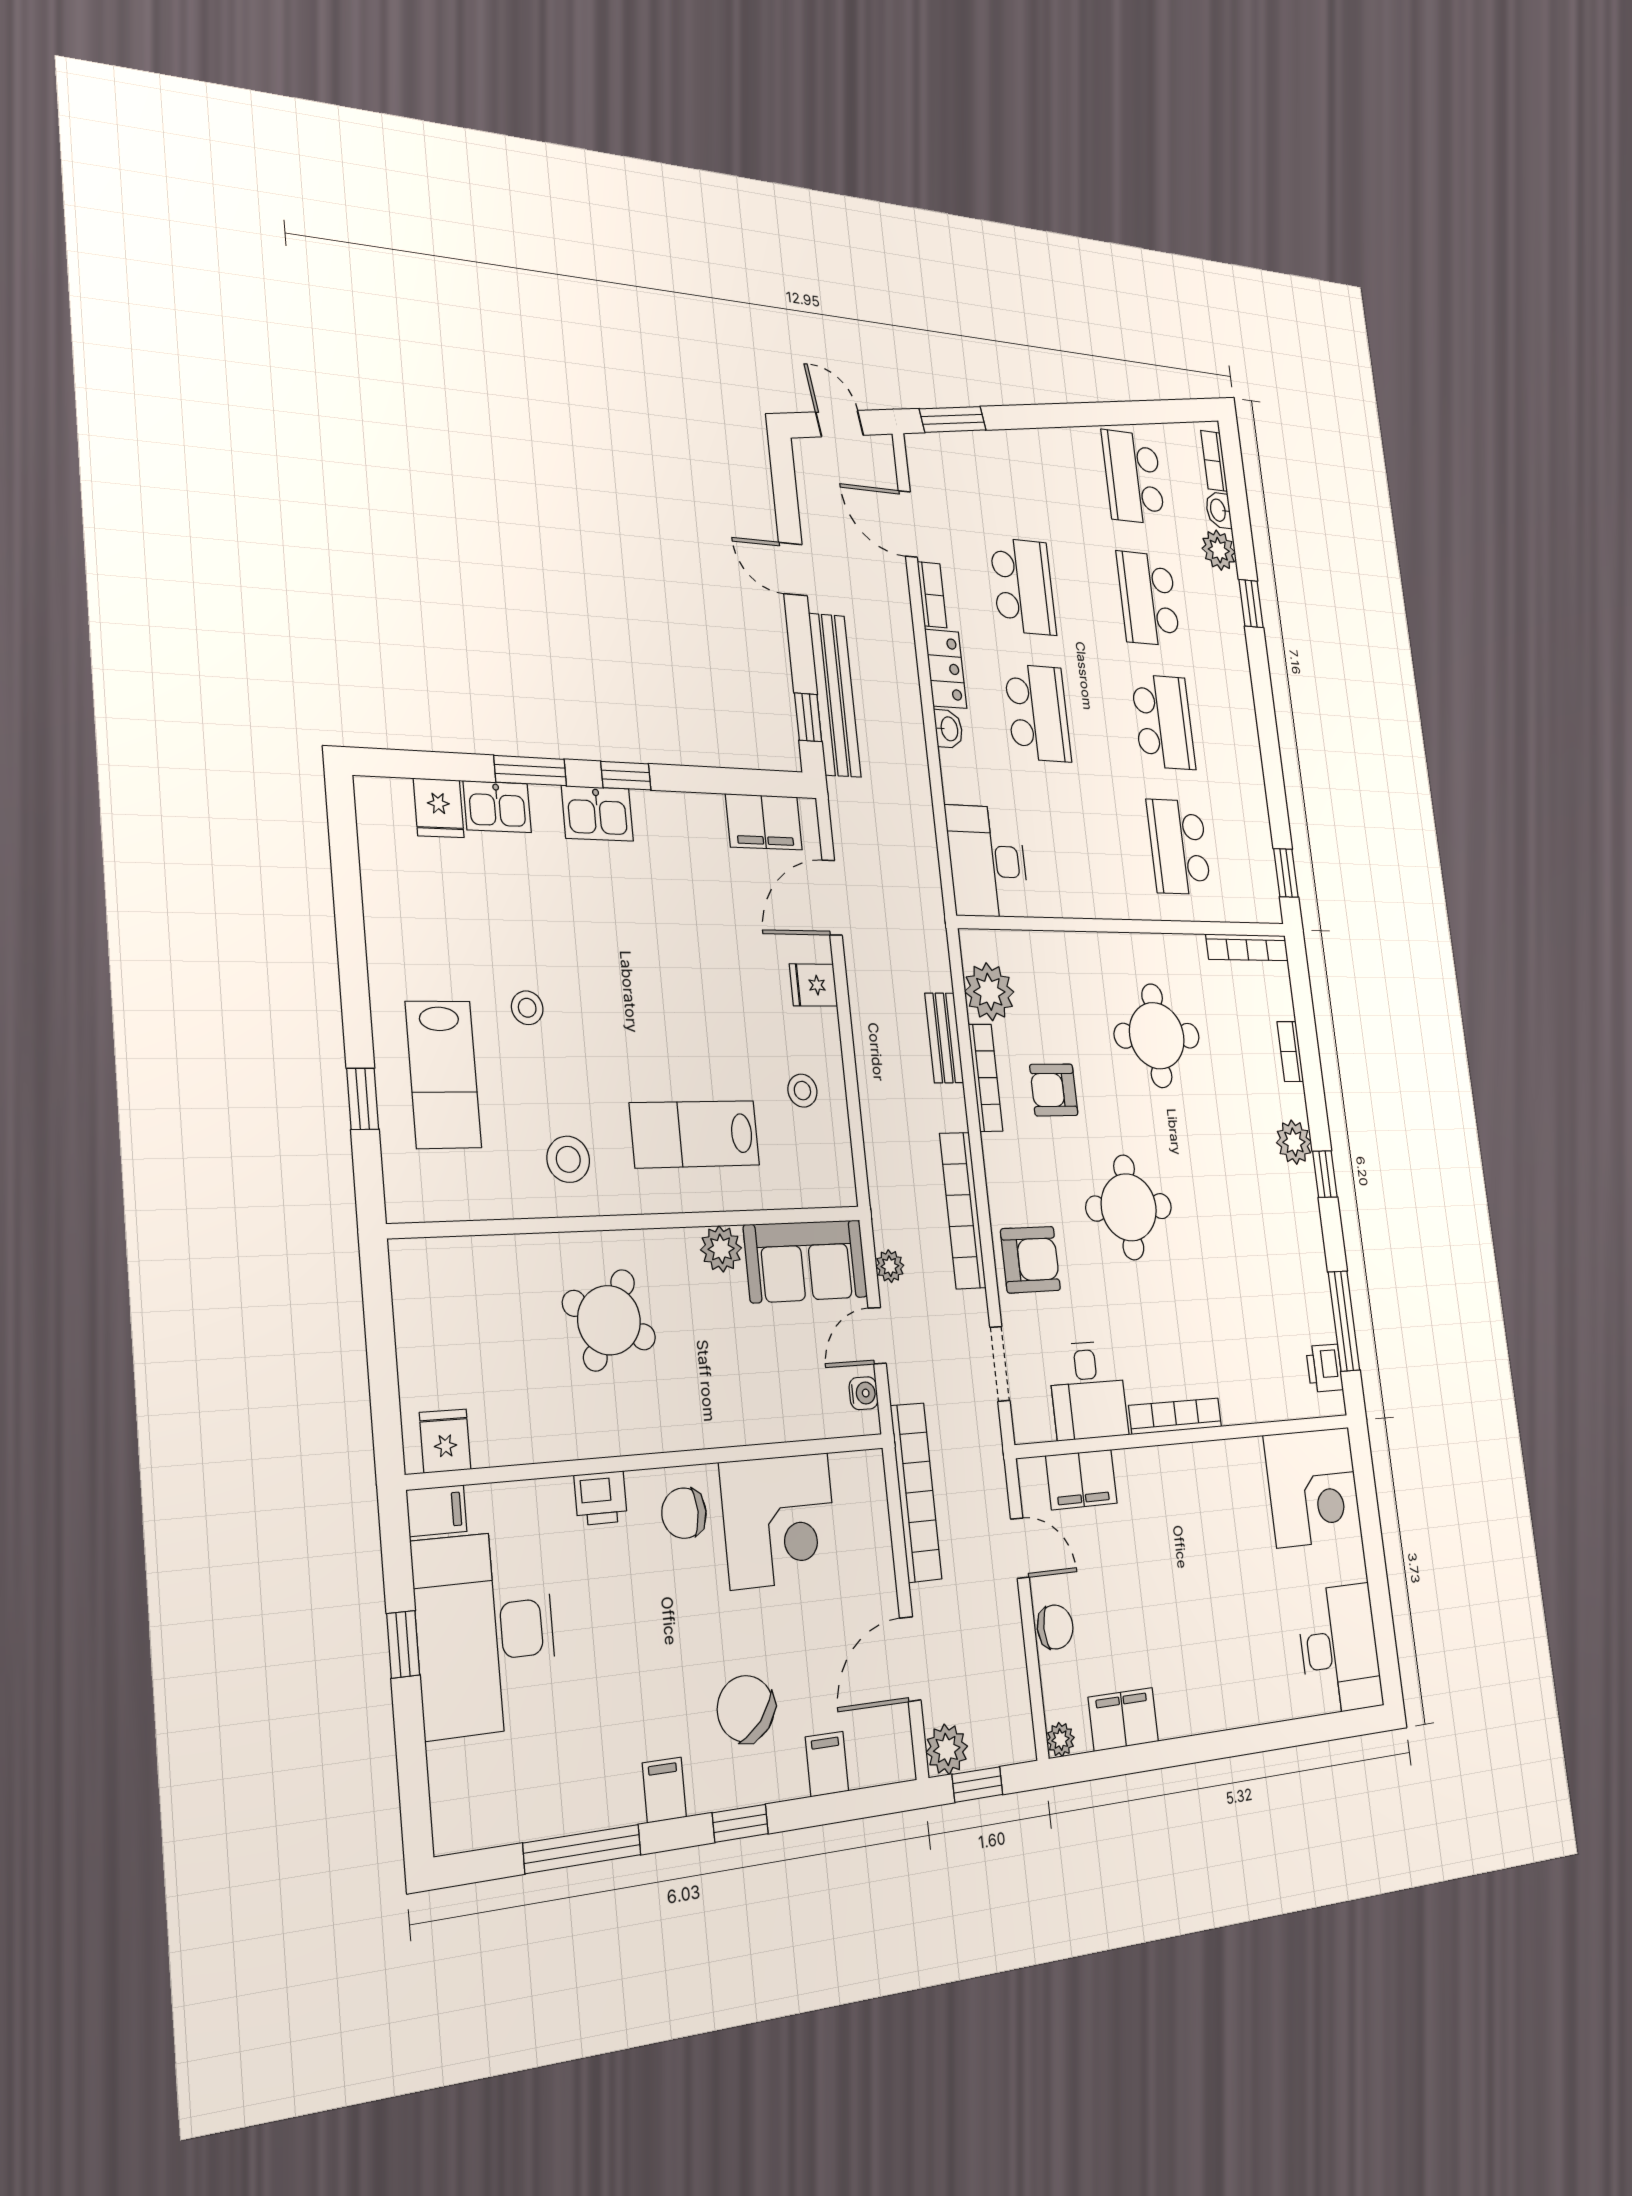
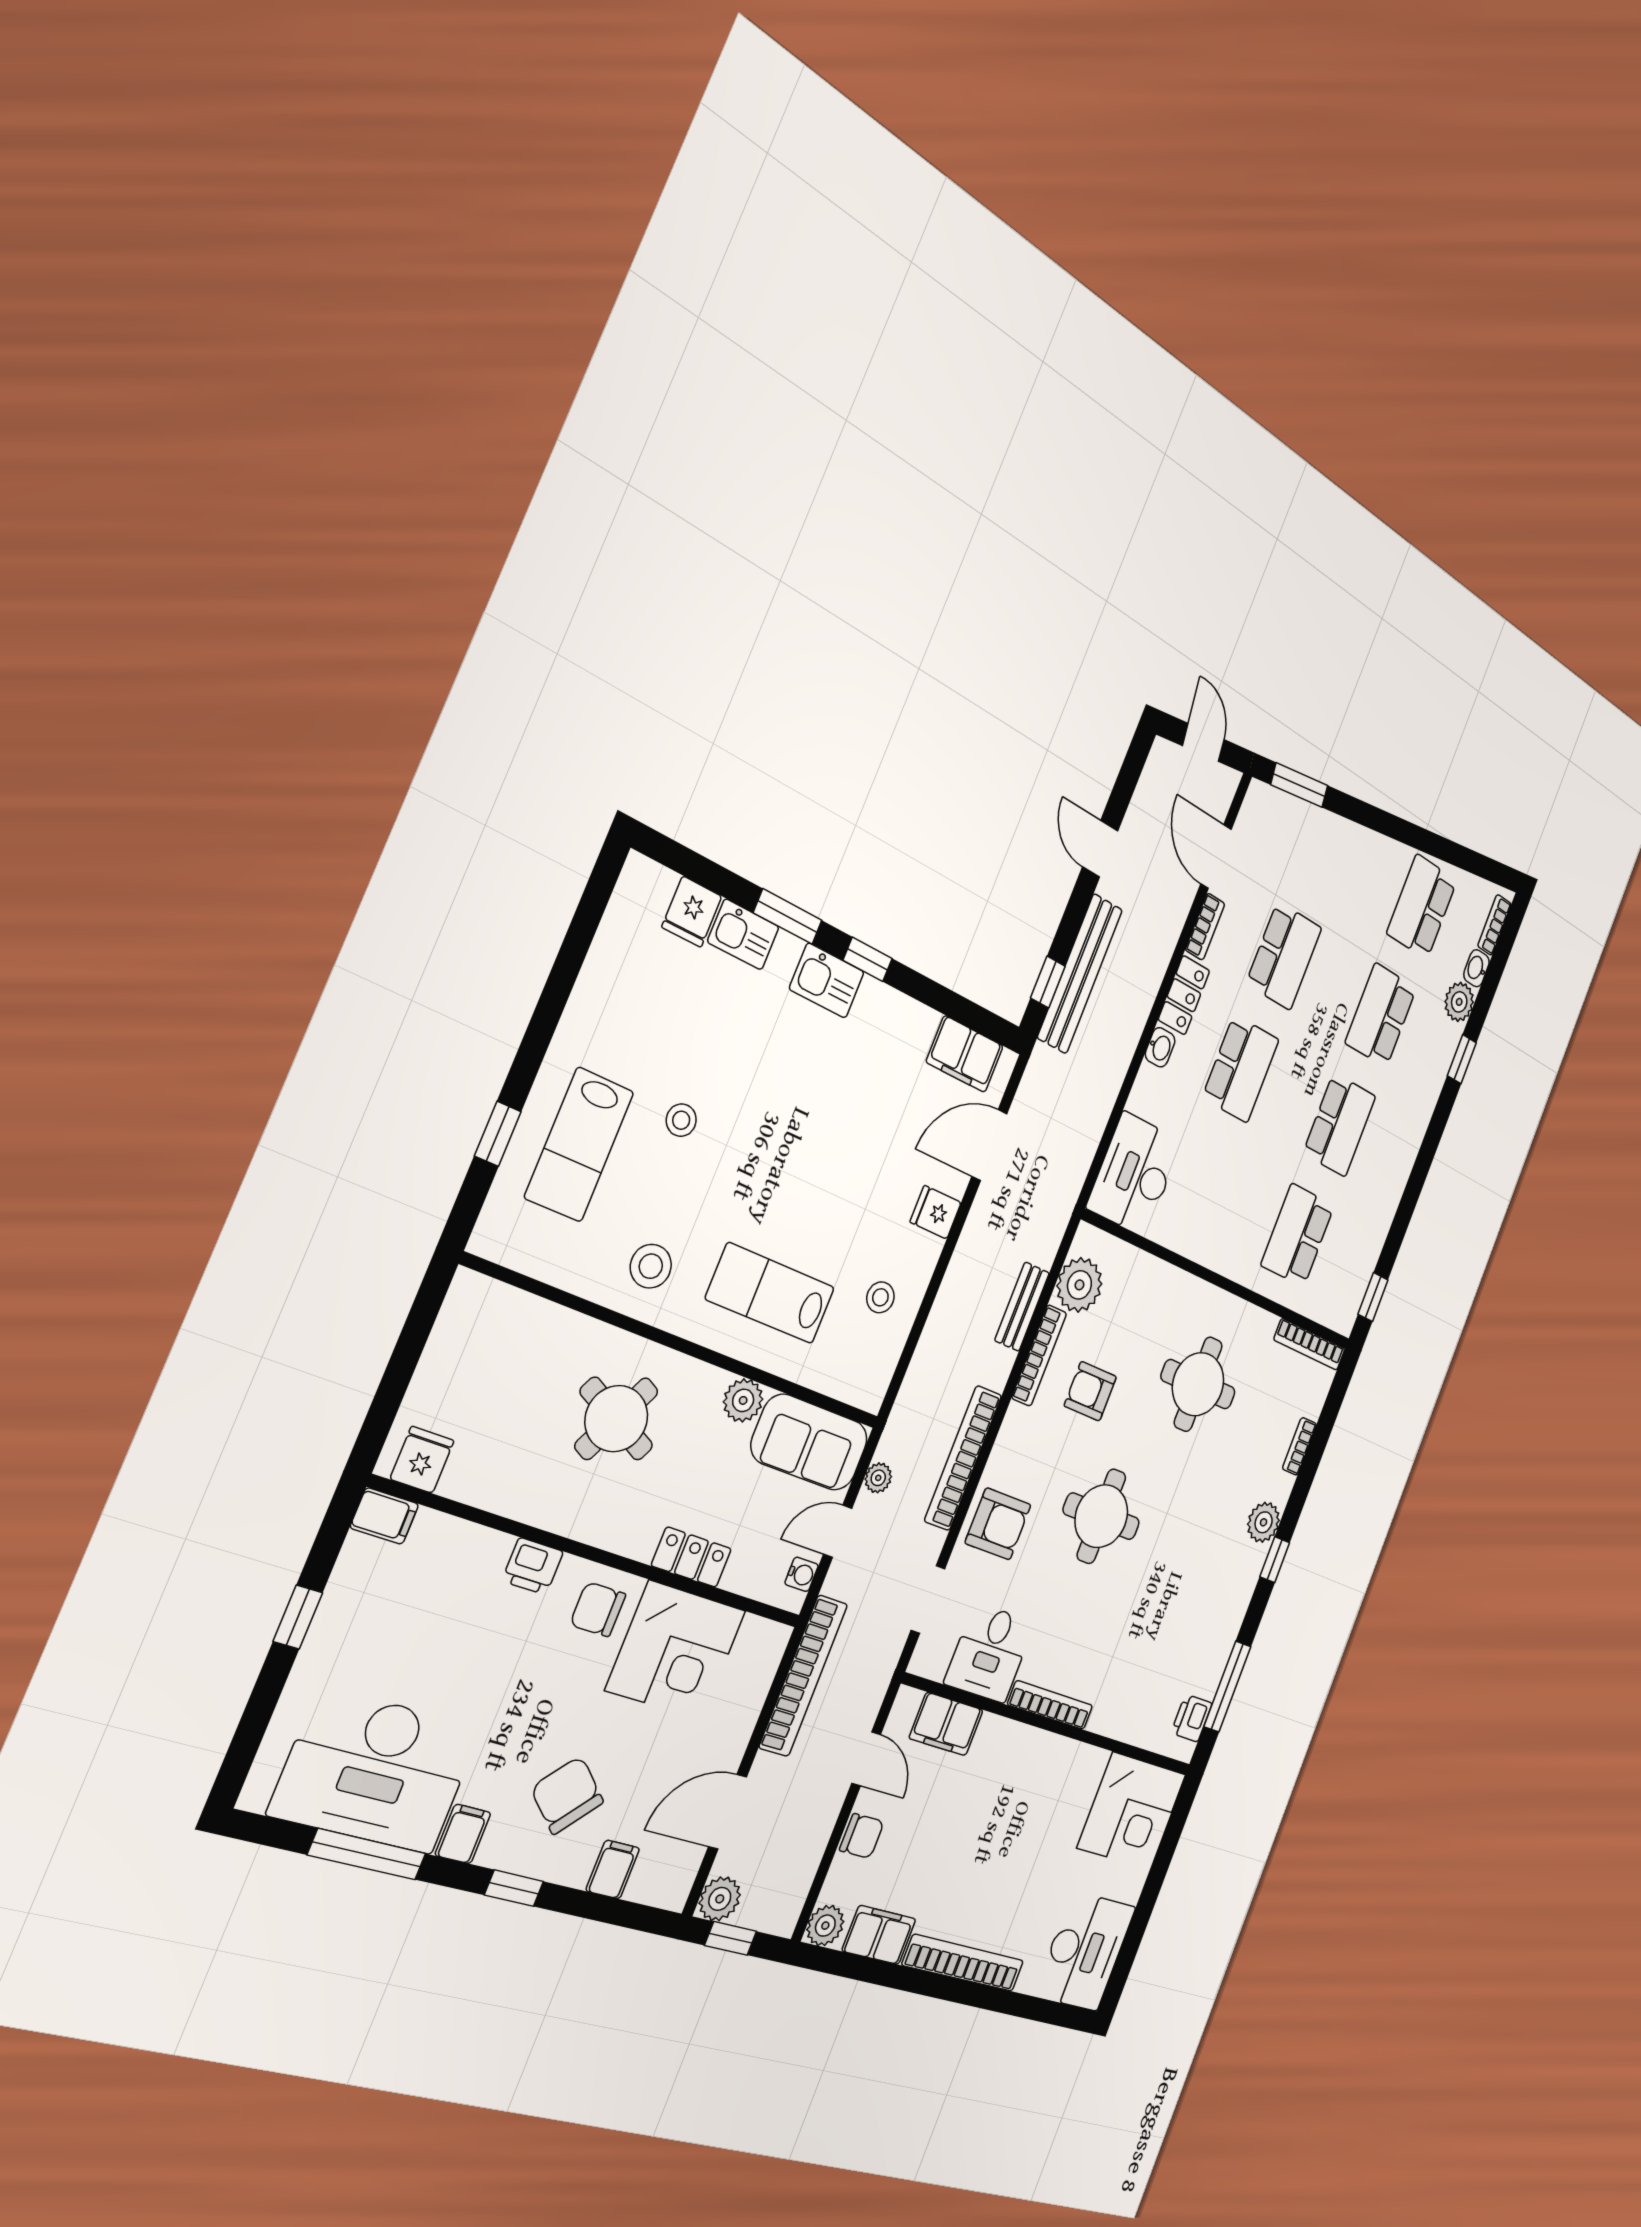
locker: (748, 1423) -> (691, 1557), added
desk: (485, 1633) -> (376, 1771), moved, turned -90
bookcase: (1223, 1712) -> (963, 1963), added
plant: (1061, 1740) -> (825, 1926), width x1.38, depth x1.38

